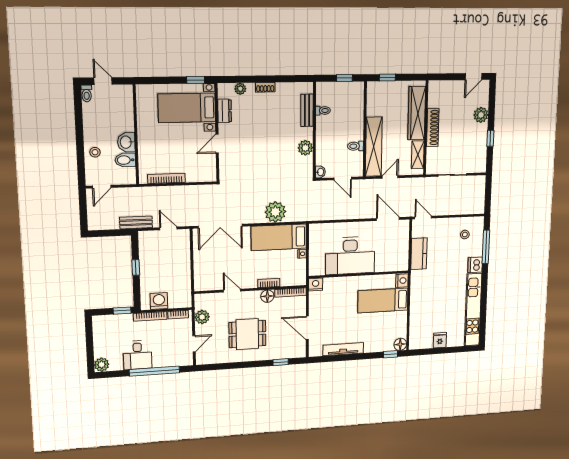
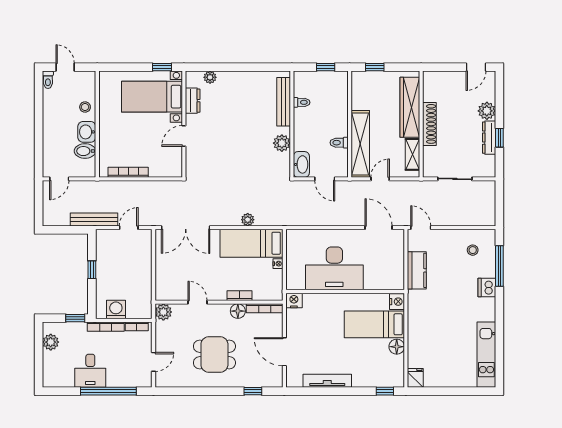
shoe rack: (265, 87) -> (237, 76), removed
bench: (307, 110) -> (284, 102), width x1.36
dresser: (482, 138) -> (489, 138), added
stool: (95, 152) -> (85, 107), moved
washbasin: (320, 172) -> (301, 164), width x1.91, depth x1.45
plant: (275, 212) -> (248, 220), width x0.53, depth x0.53
bench: (136, 222) -> (94, 219), width x1.36
door: (168, 228) -> (129, 228), hinge flipped
kitchen unit: (473, 310) -> (486, 355), width x0.73
plant: (202, 317) -> (163, 312), moved
fridge: (440, 340) -> (415, 378), moved
floor lamp: (400, 344) -> (397, 347), moved
plant: (102, 365) -> (51, 342), moved

